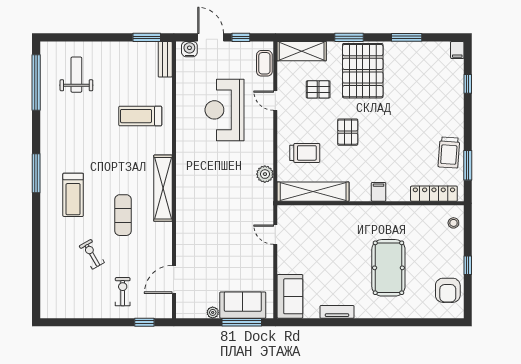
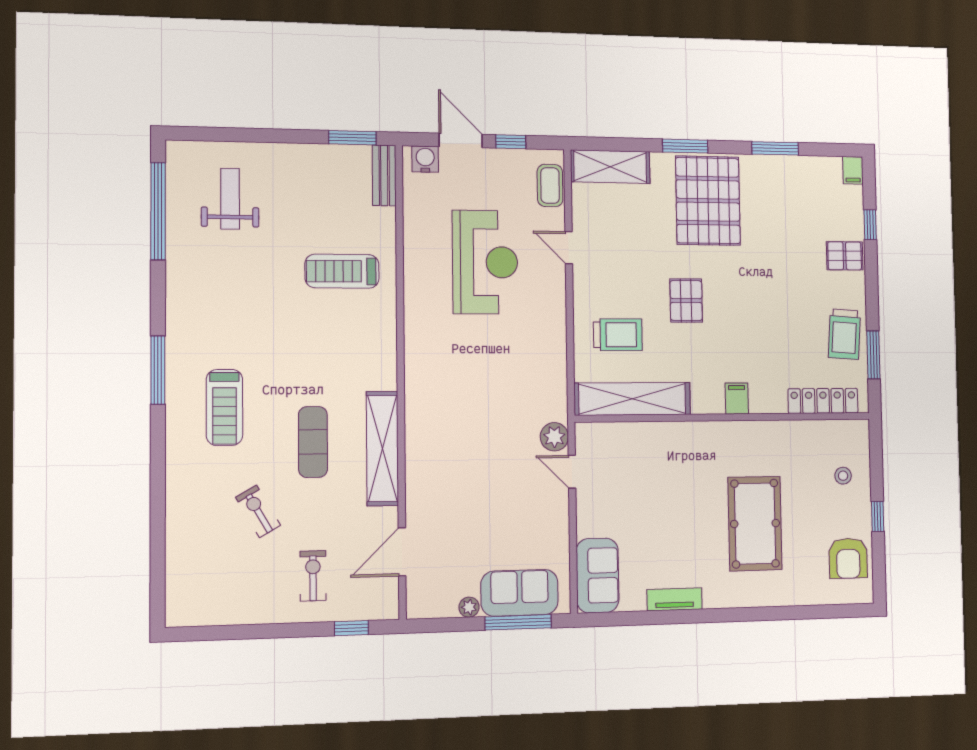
pallet: (318, 89) -> (845, 256), moved
reception desk: (224, 110) -> (485, 262), turned 180
plant: (265, 174) -> (554, 437), moved
shelving: (163, 188) -> (382, 448), moved
stool: (453, 223) -> (843, 476), moved

